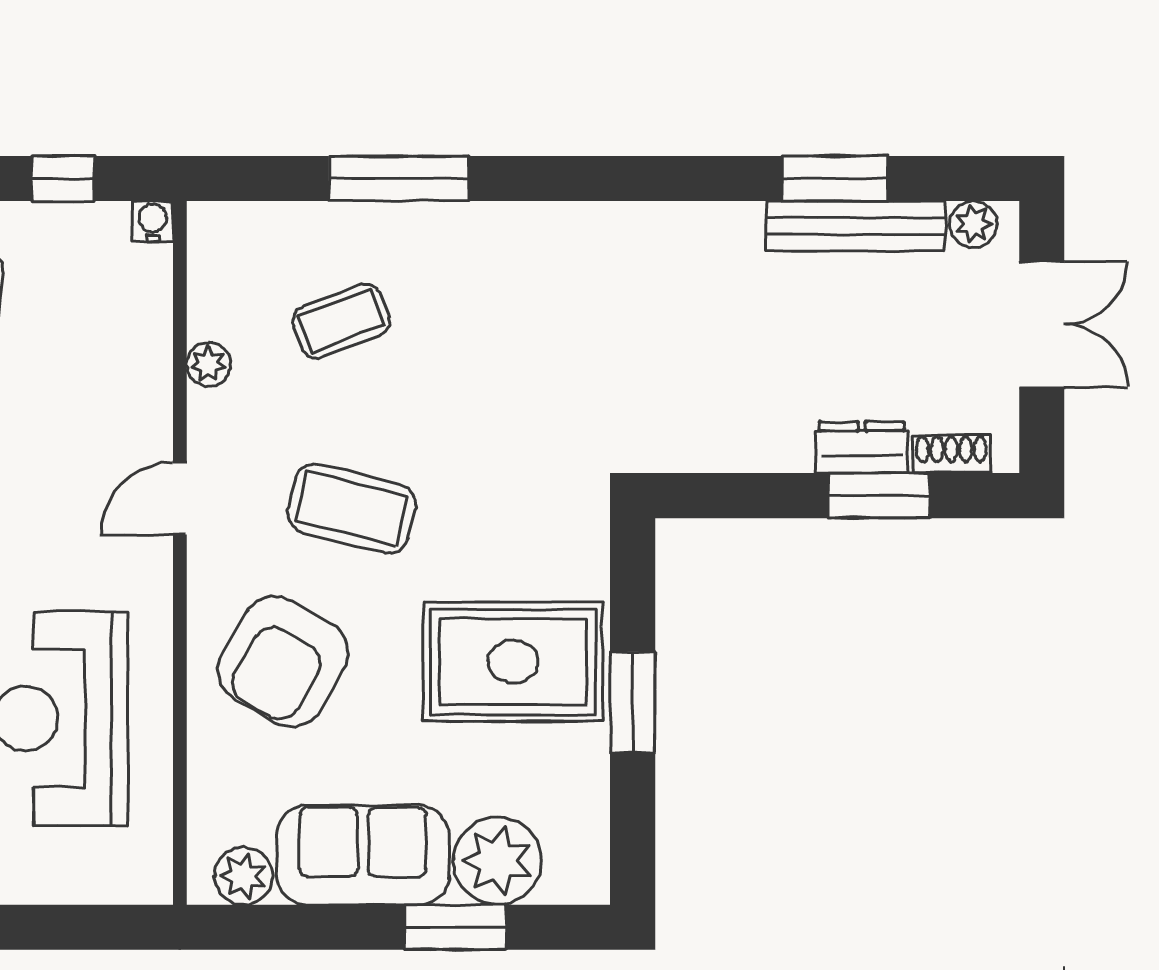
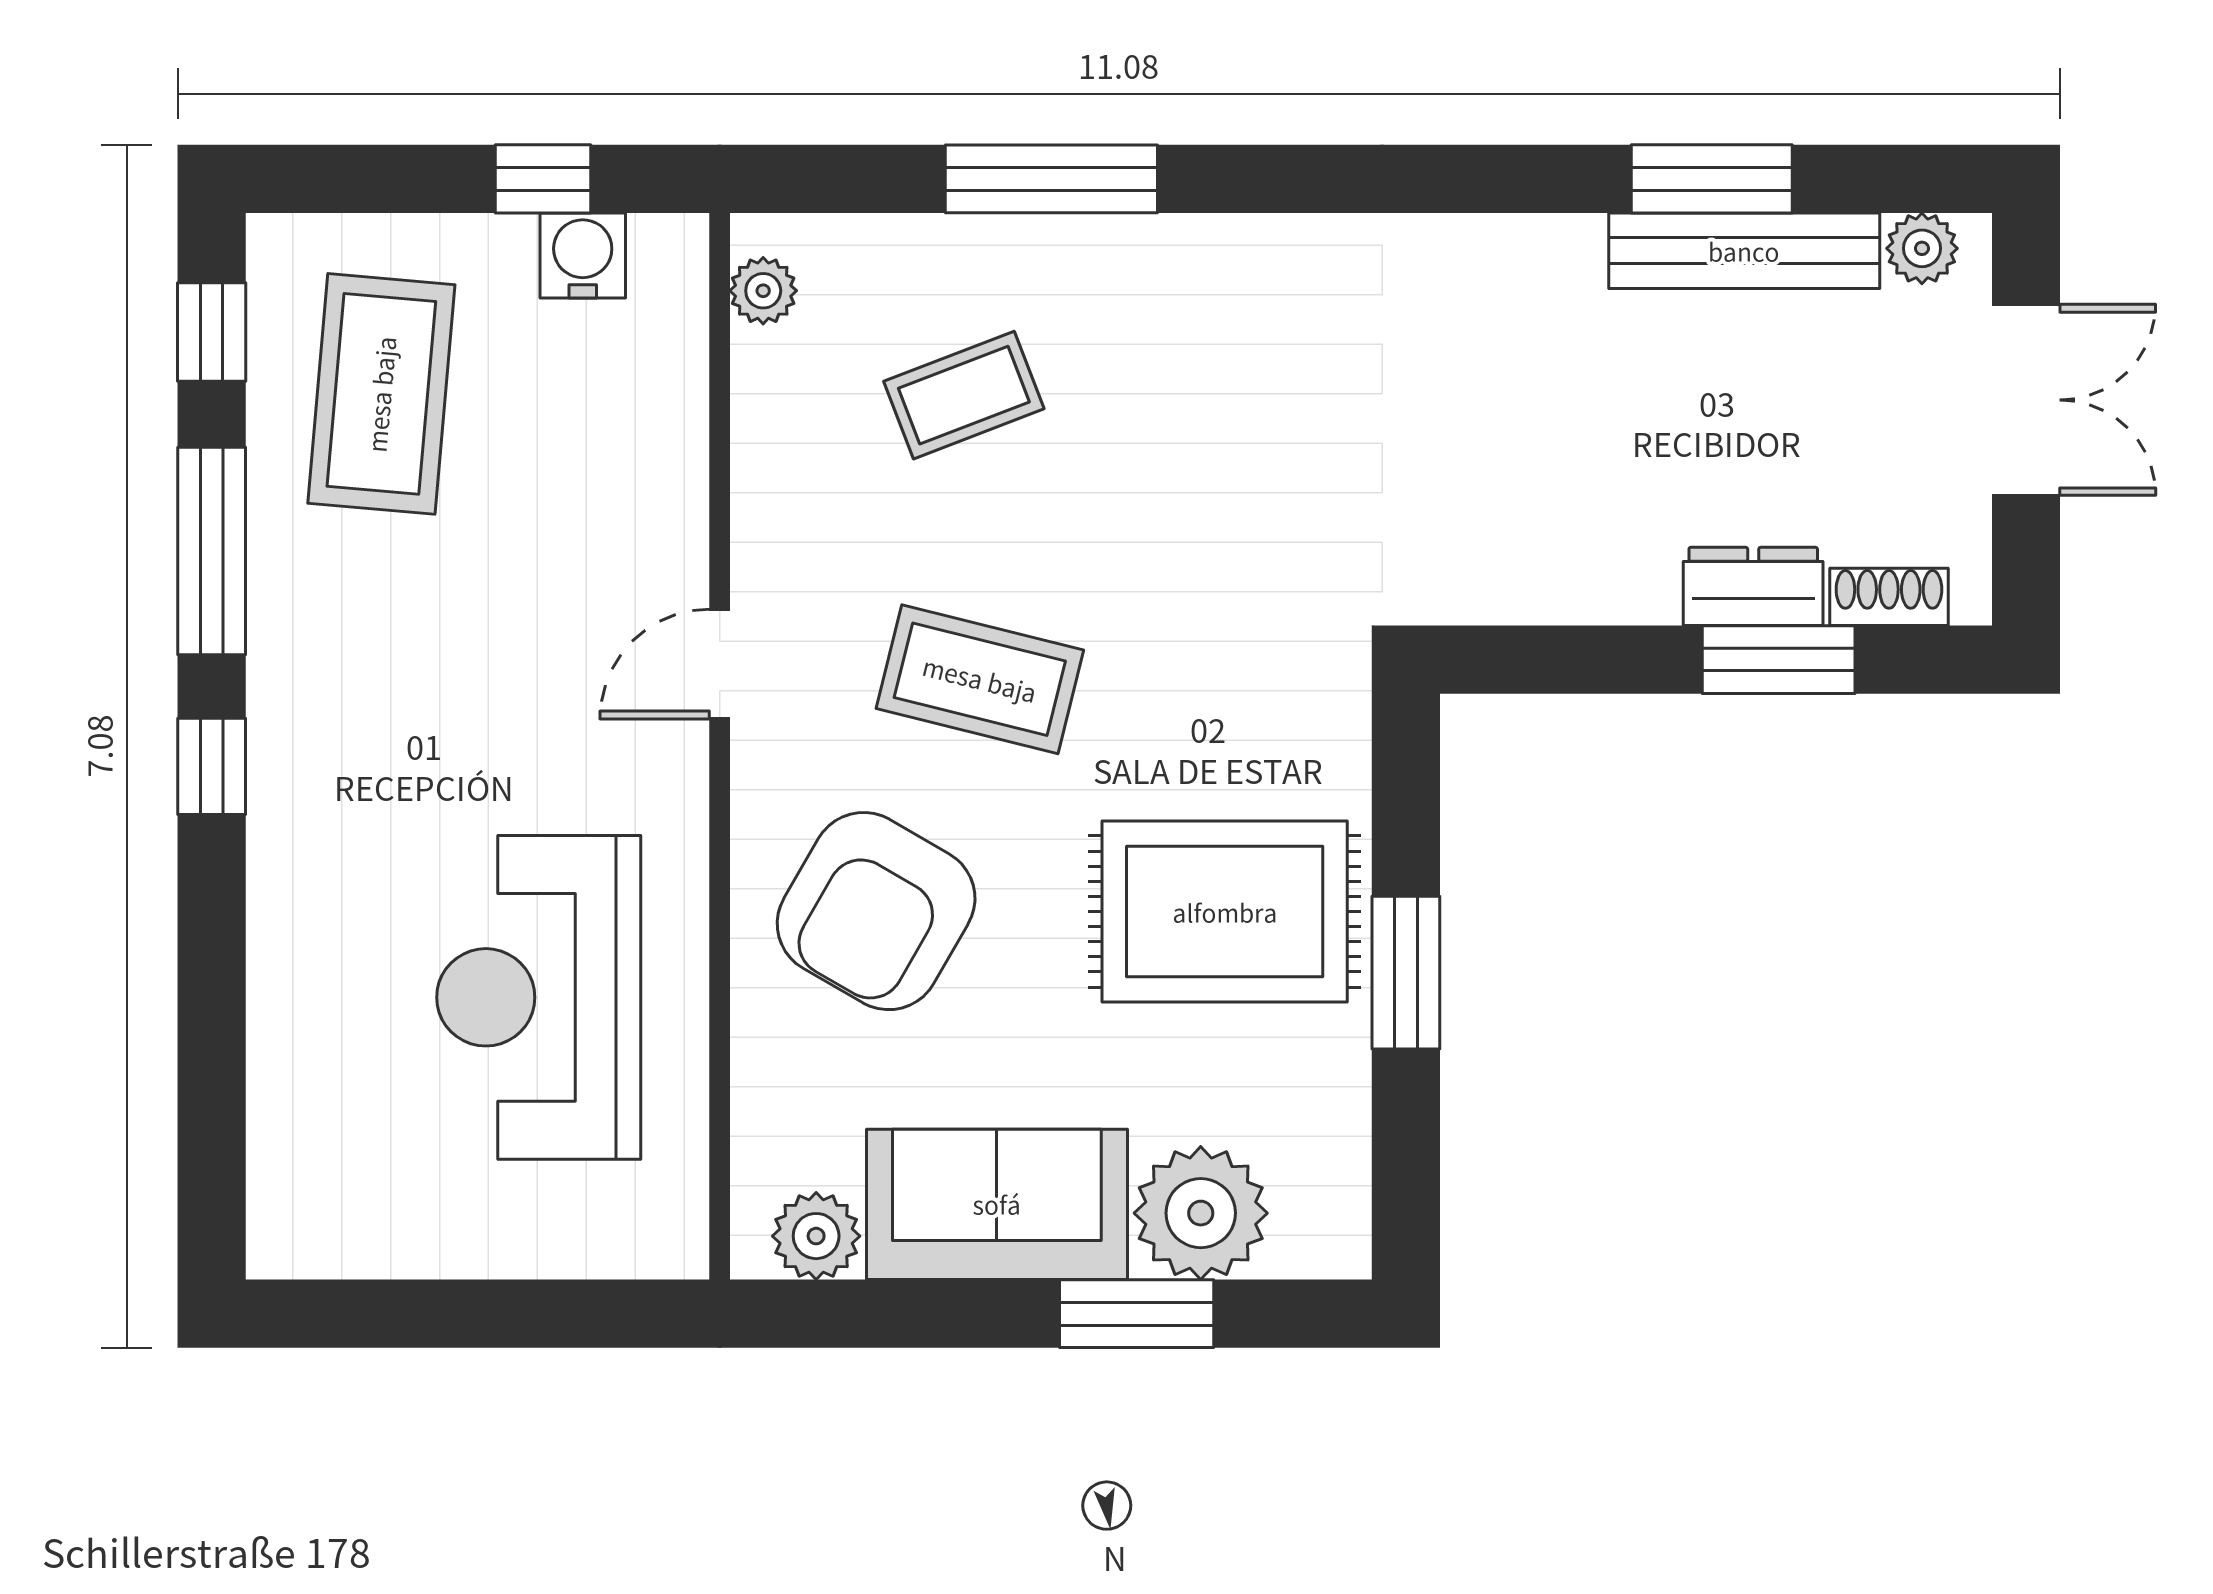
water cooler: (153, 221) -> (583, 256), moved, width x1.38, depth x1.38
plant: (209, 364) -> (763, 291), moved

